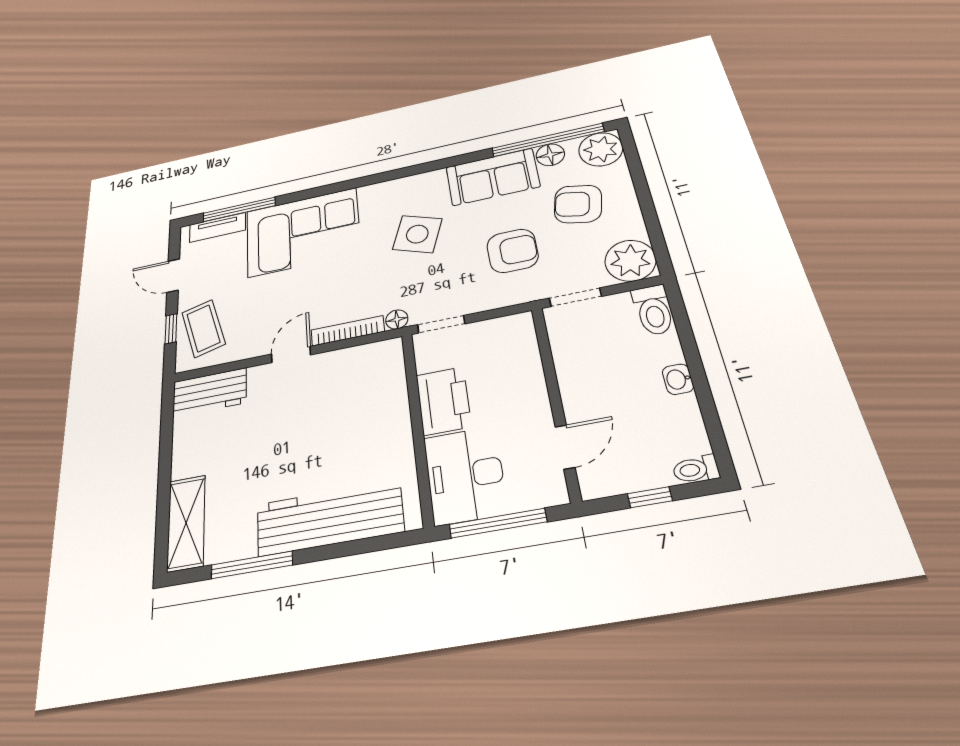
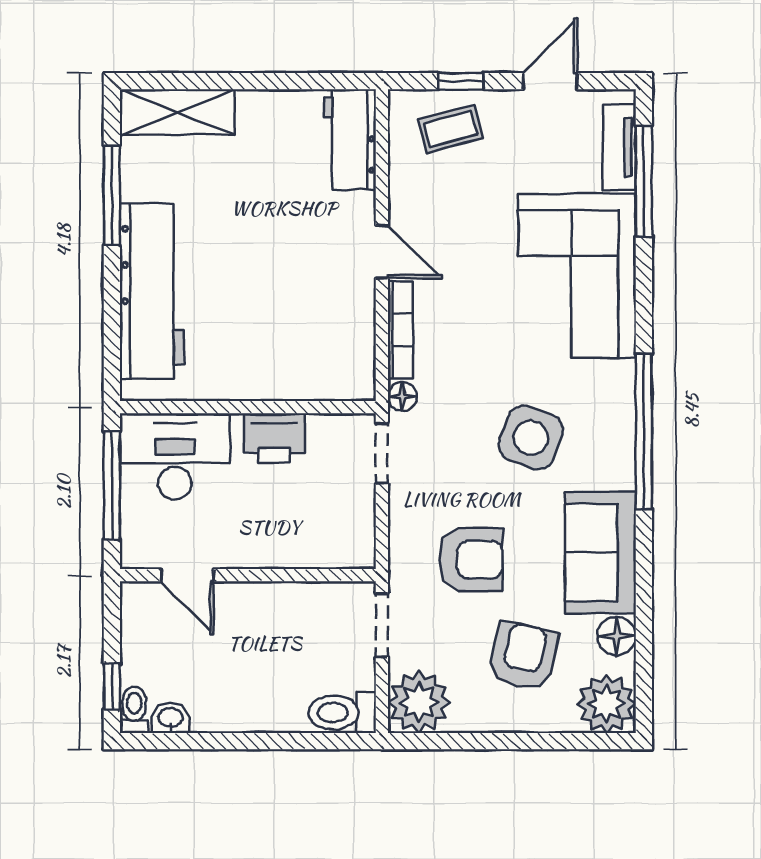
window: (548, 140) -> (644, 431), moved
armchair: (512, 251) -> (471, 560), turned -90
coffee table: (203, 328) -> (450, 129), width x0.73, depth x0.77
washbasin: (678, 379) -> (170, 718), moved
printer: (443, 401) -> (274, 438), width x0.73, depth x0.84
window: (650, 497) -> (112, 687), moved

